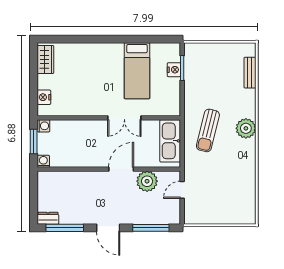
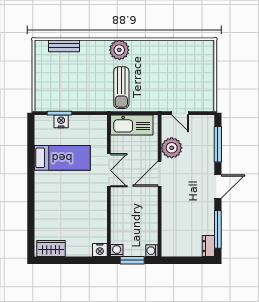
nightstand: (44, 97) -> (100, 250), moved
sun lounger: (208, 130) -> (121, 88), turned 76
door: (121, 169) -> (160, 174), hinge flipped

